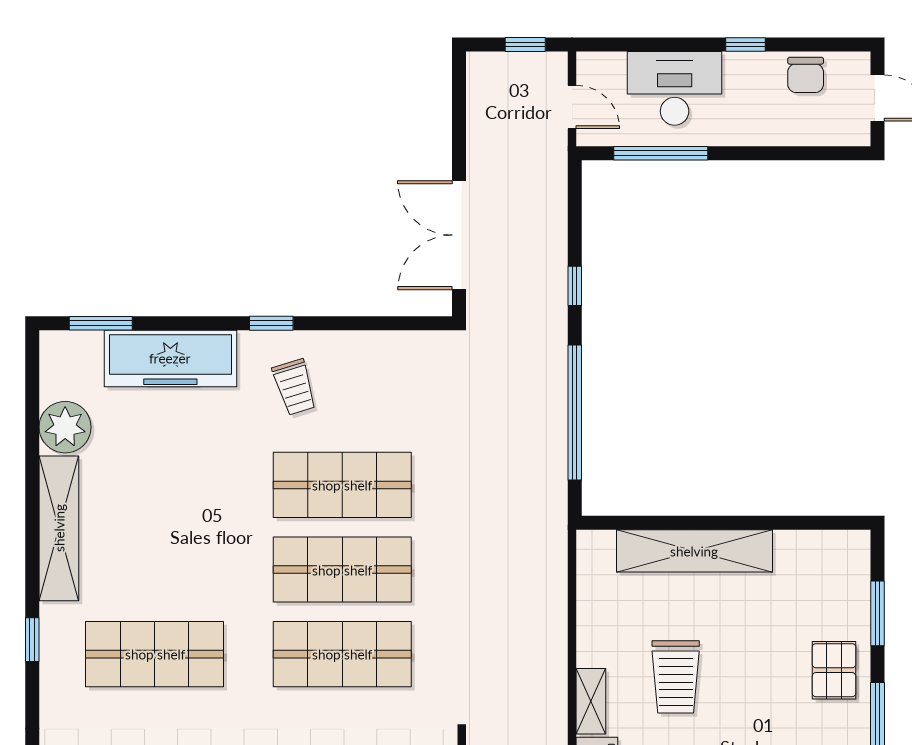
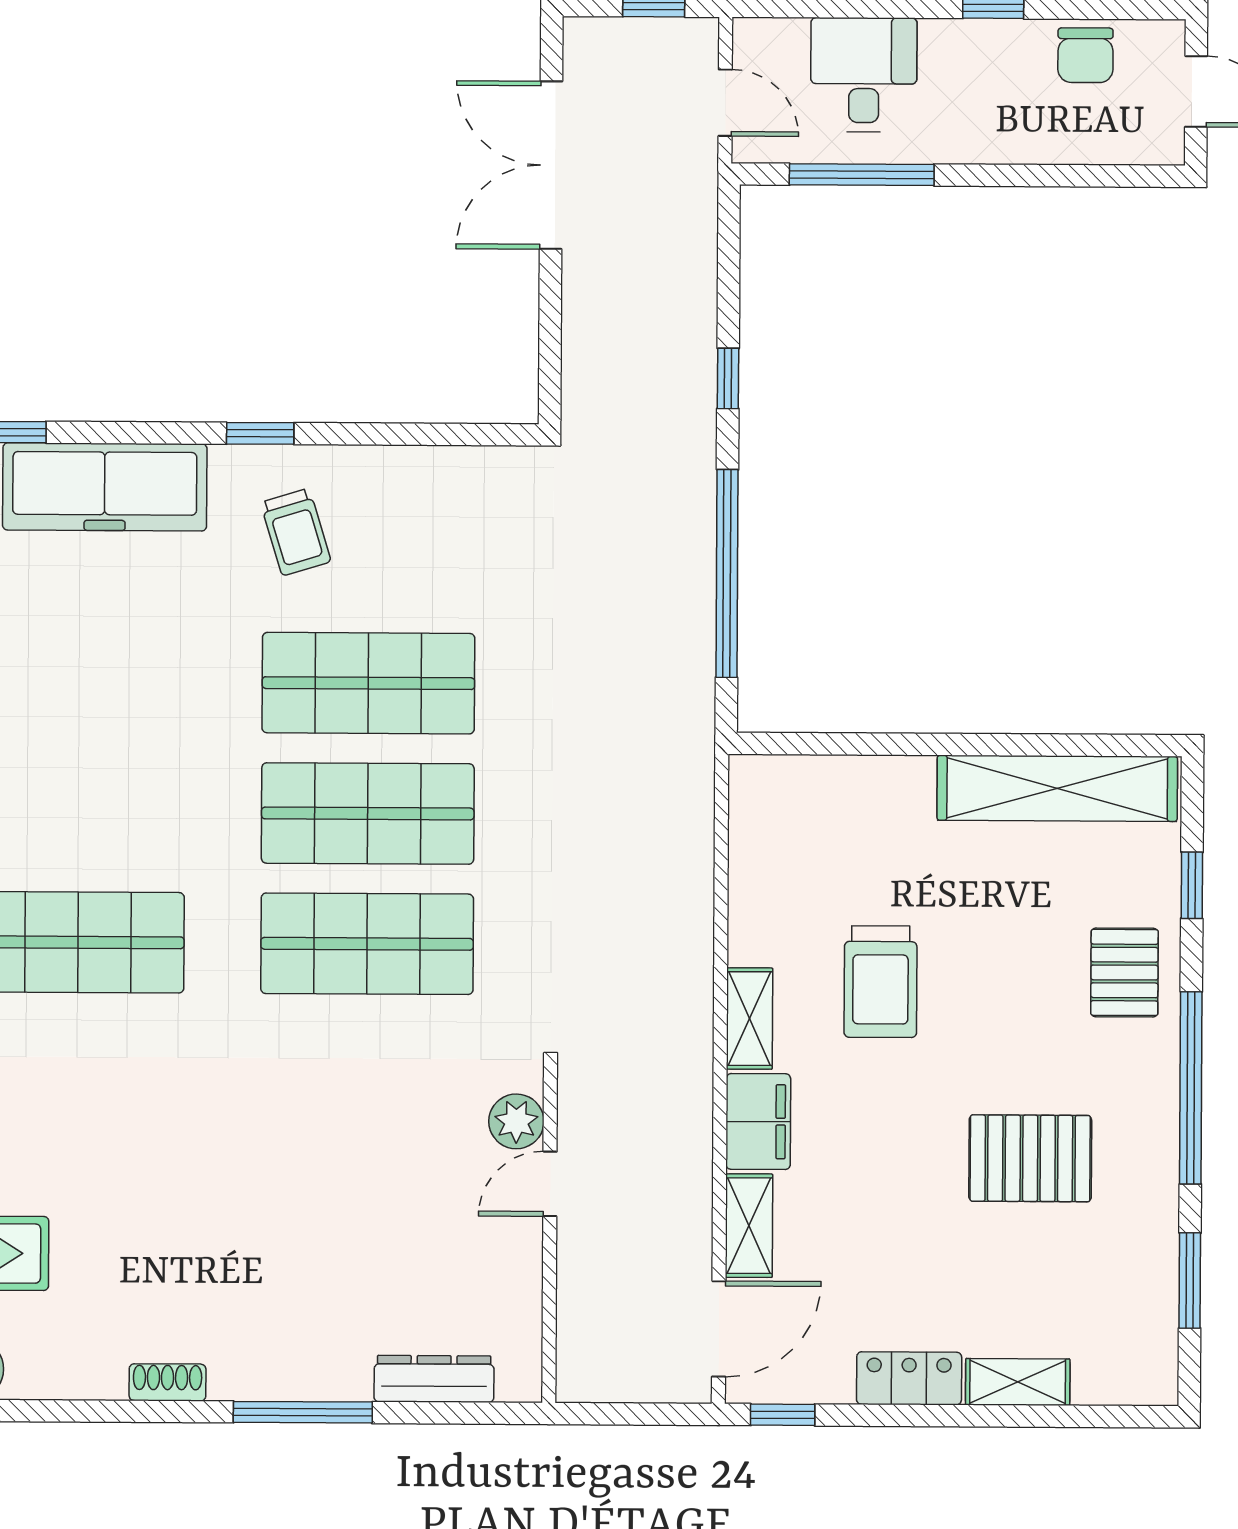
desk: (675, 88) -> (864, 75), width x0.73
double door: (459, 235) -> (551, 165), moved
shelving: (694, 551) -> (1057, 788), moved
window: (877, 613) -> (1192, 885), width x0.67

